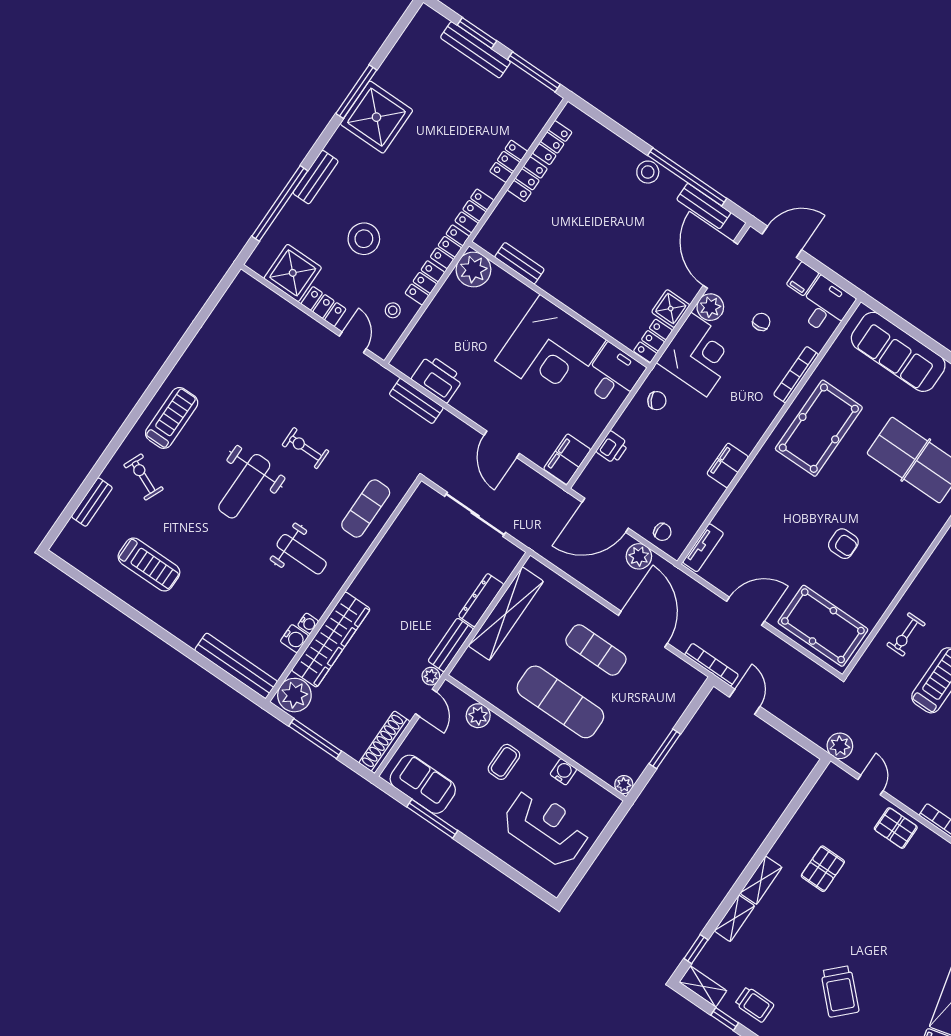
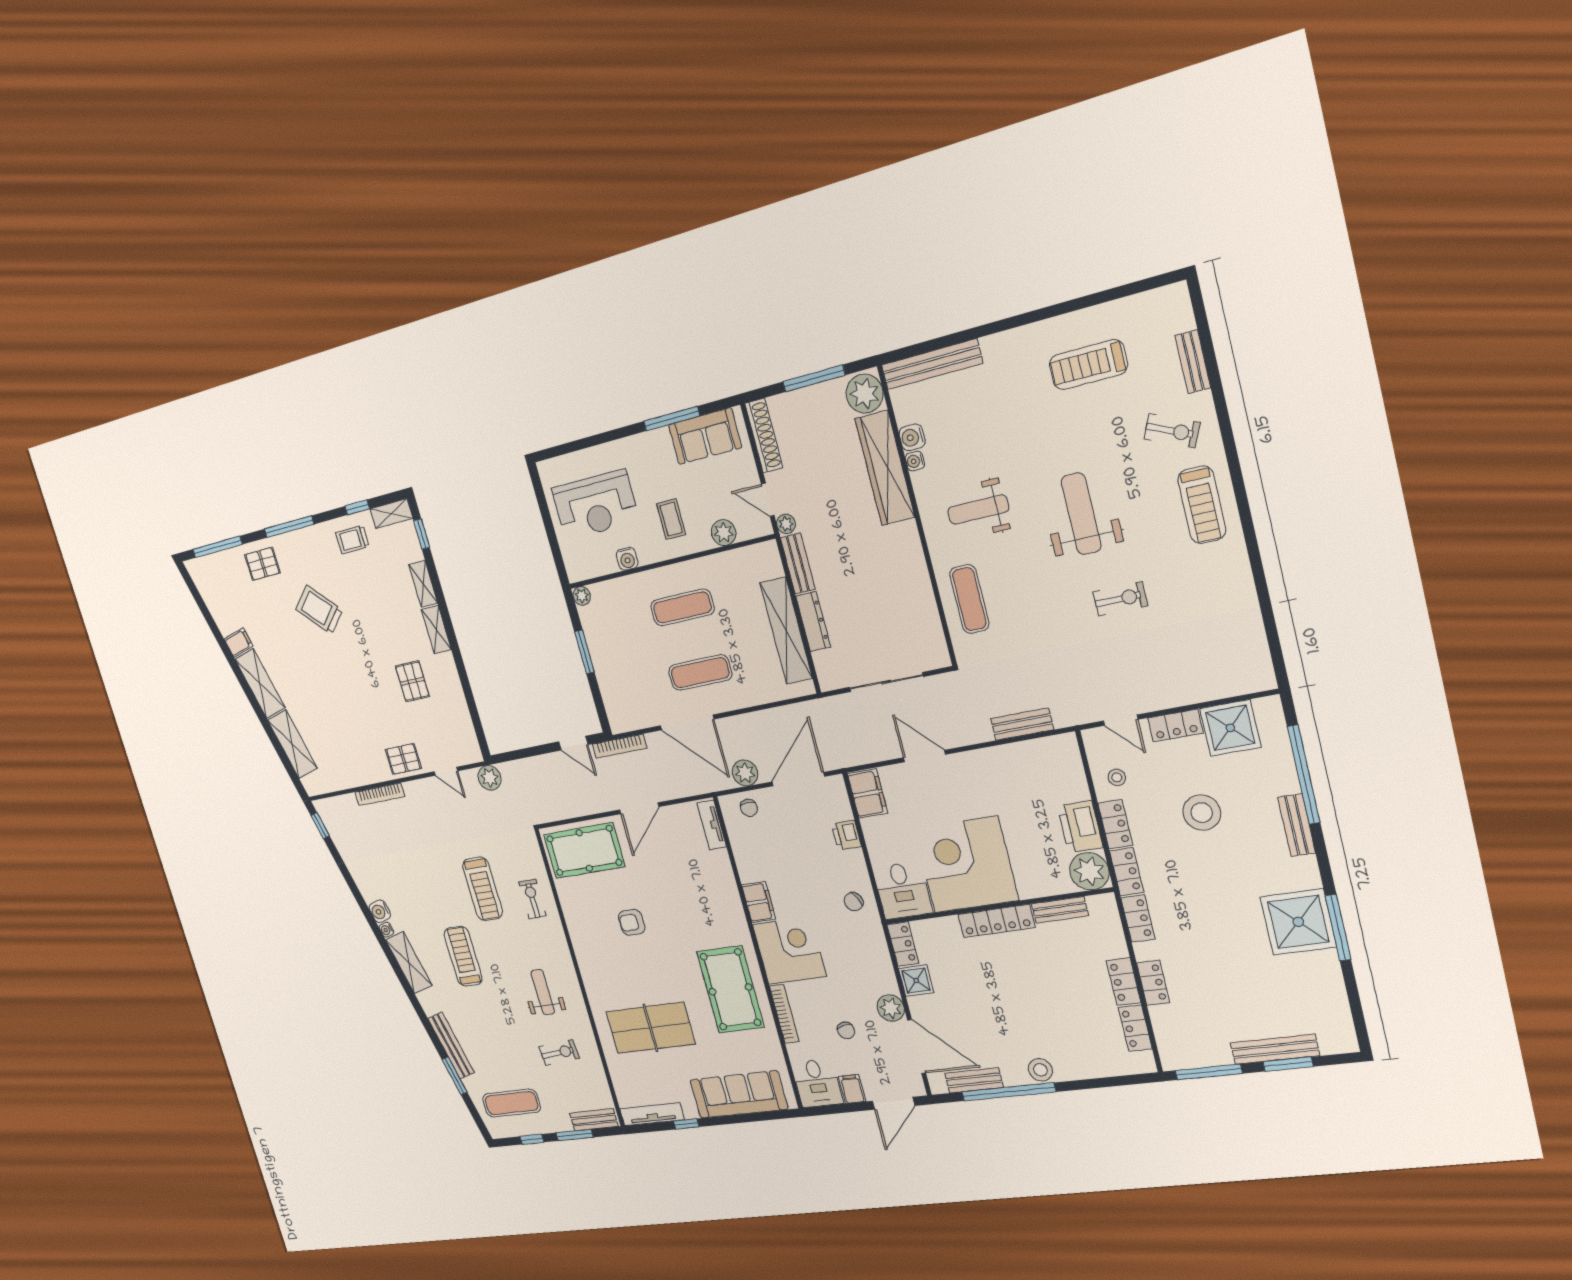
locker: (570, 296) -> (996, 921), added
corner desk: (699, 355) -> (789, 950), moved, turned 180
printer: (438, 379) -> (1080, 827), moved, turned 90
exercise bike: (305, 448) -> (1120, 599), moved
chair: (662, 532) -> (749, 808), turned -90
exercise mat: (560, 702) -> (682, 607), width x0.73, depth x0.69

